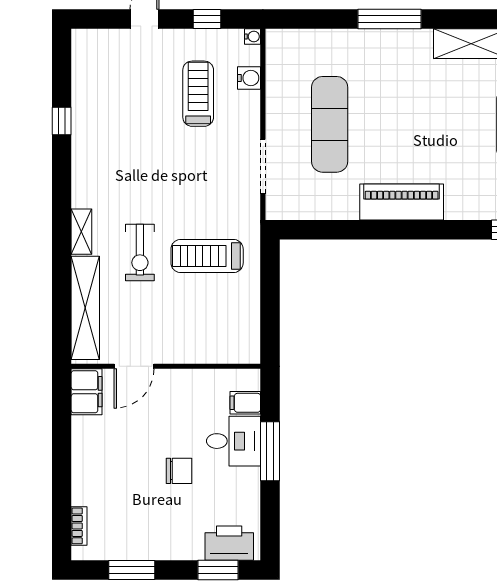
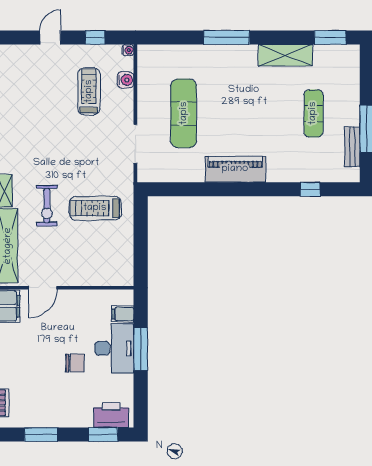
desk: (234, 441) -> (114, 348), width x1.37

